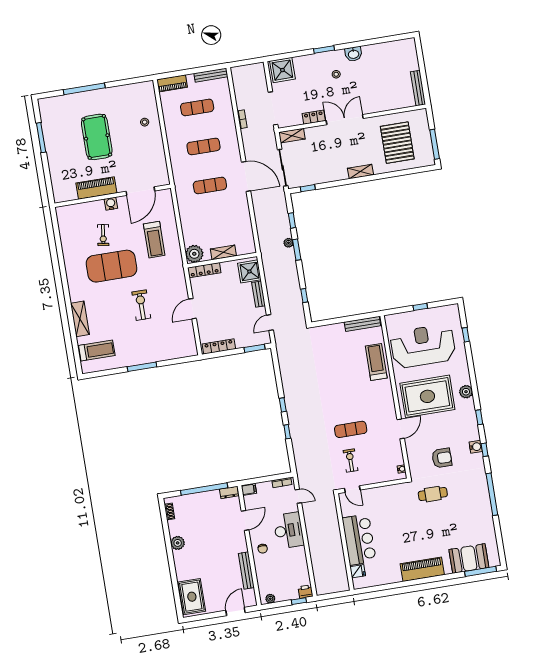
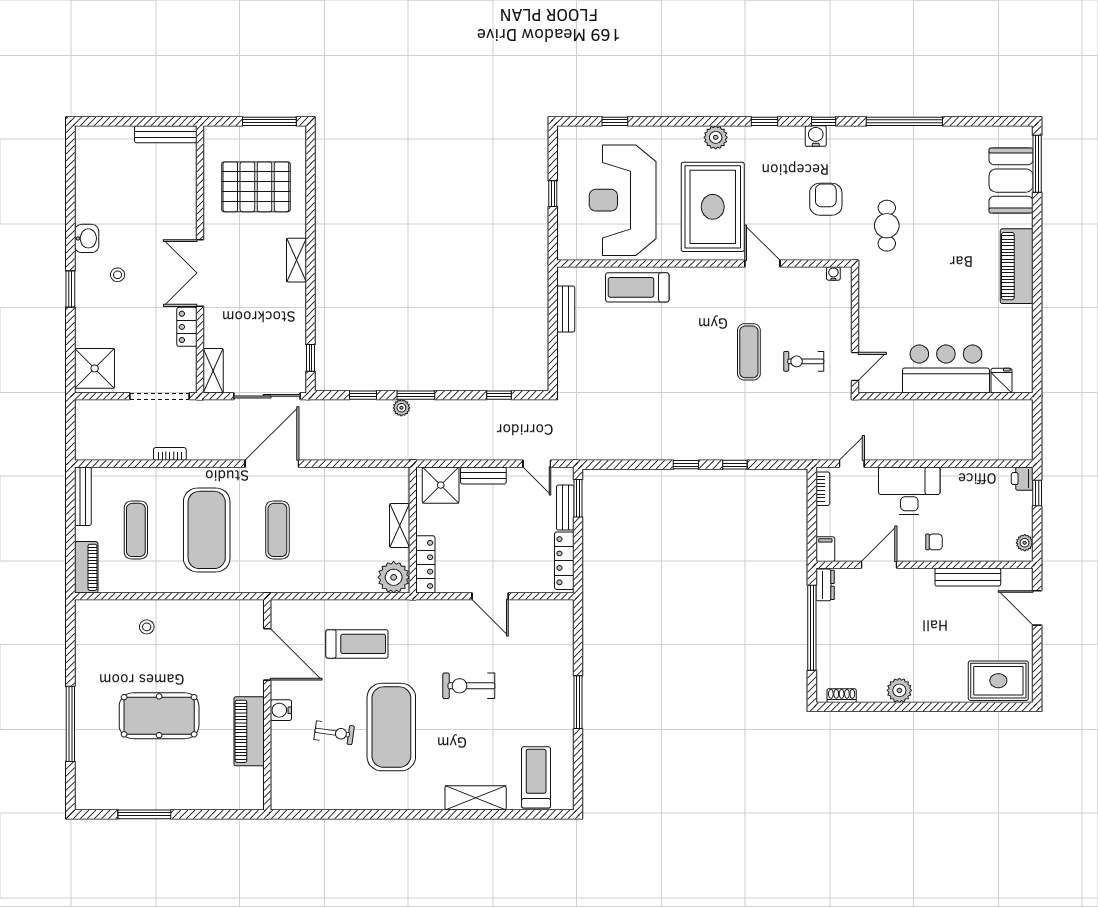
exercise mat: (204, 146) -> (207, 530), width x2.00, depth x1.45
bench: (362, 324) -> (566, 309), width x0.73
bench: (248, 342) -> (565, 508), added
door: (245, 520) -> (879, 565), hinge flipped

